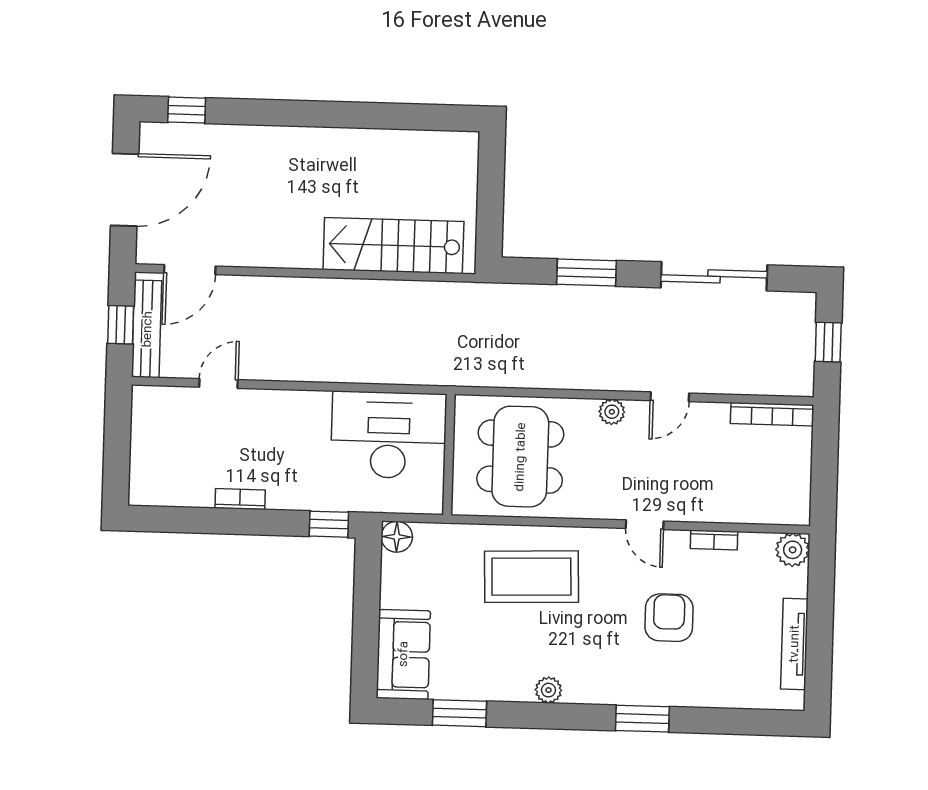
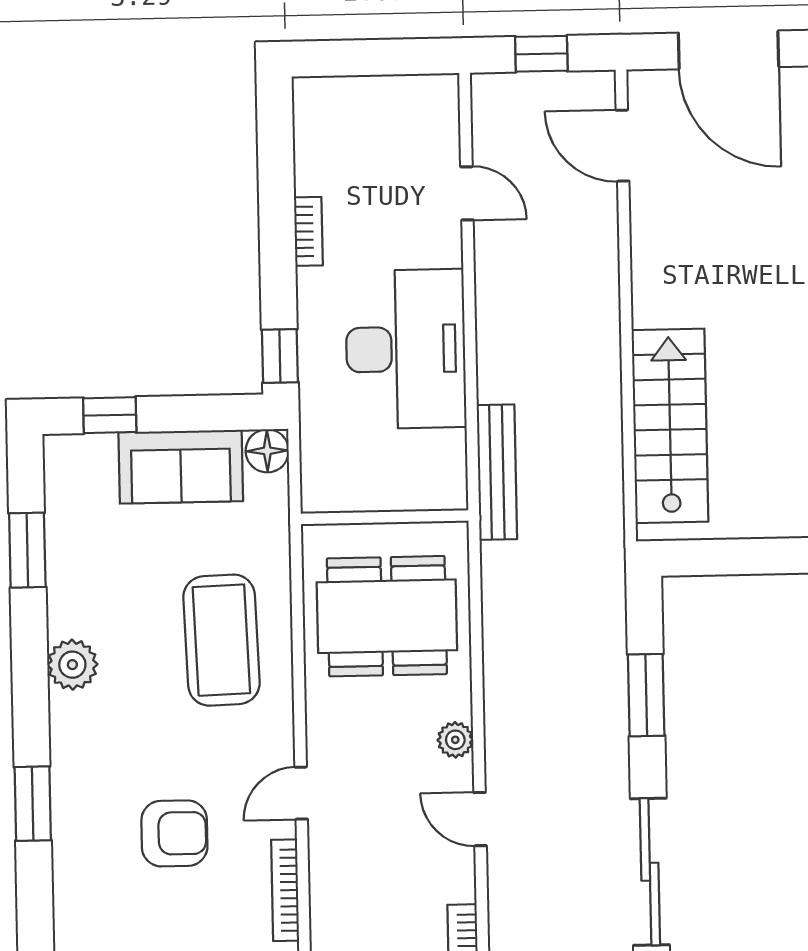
bench: (147, 329) -> (497, 472), moved, turned 90
desk: (389, 435) -> (406, 349), moved
bookcase: (714, 540) -> (285, 890), width x1.56
window: (365, 649) -> (110, 415), added
sofa: (403, 654) -> (181, 467), moved
plant: (548, 690) -> (72, 665), width x1.38, depth x1.38

